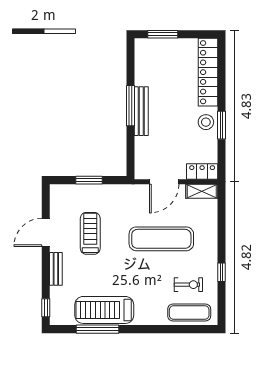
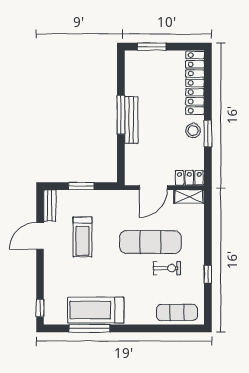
treadmill: (90, 233) -> (83, 237), turned 180
bench: (56, 269) -> (50, 205), moved
exercise bike: (188, 285) -> (167, 268), moved

